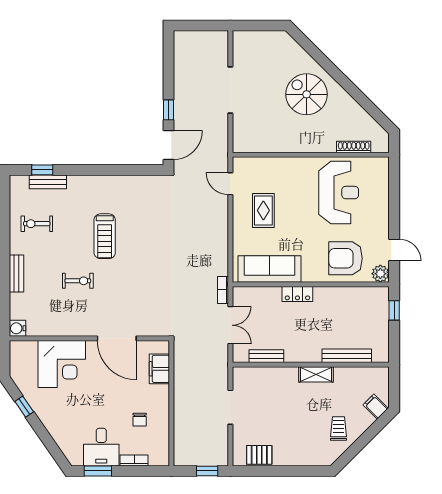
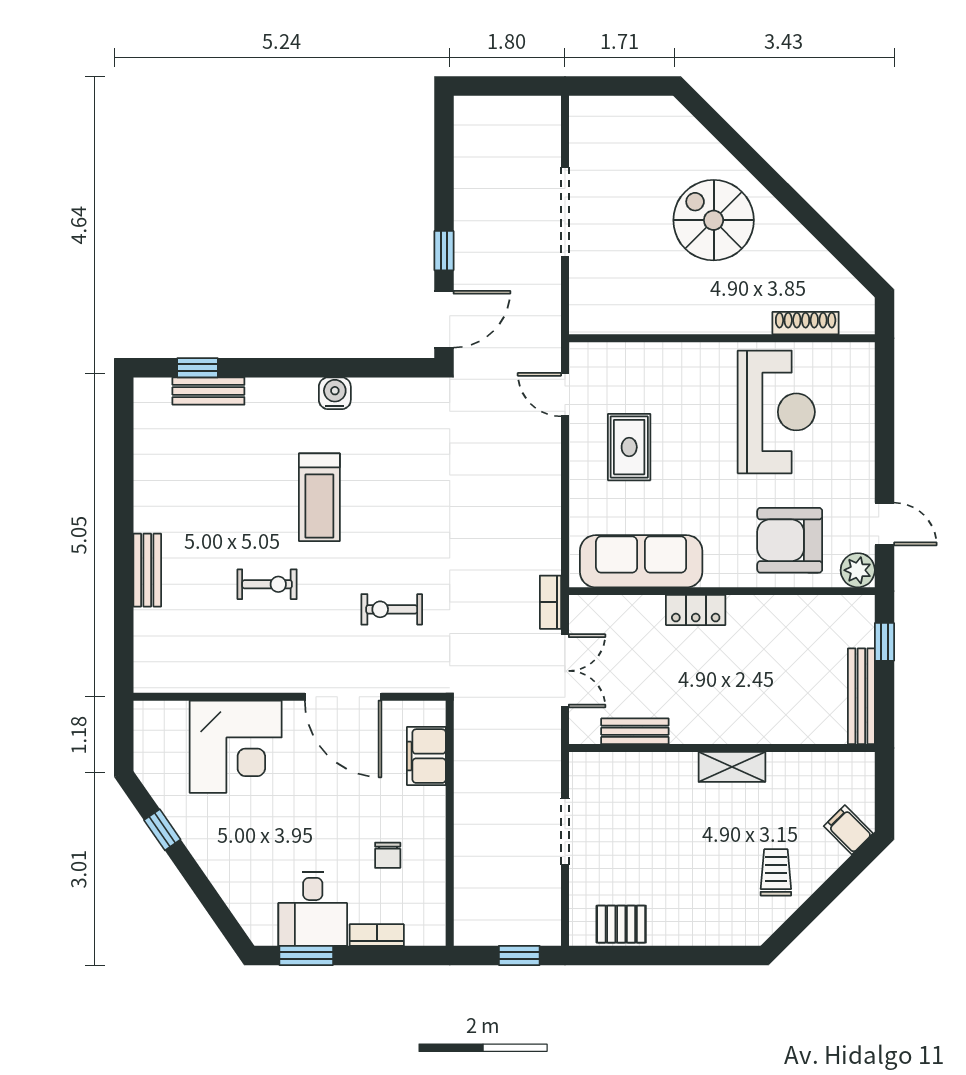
exercise bike: (37, 224) -> (392, 609), moved
water cooler: (18, 328) -> (335, 393), moved, turned 90
bench: (347, 356) -> (861, 696), moved, turned 90

